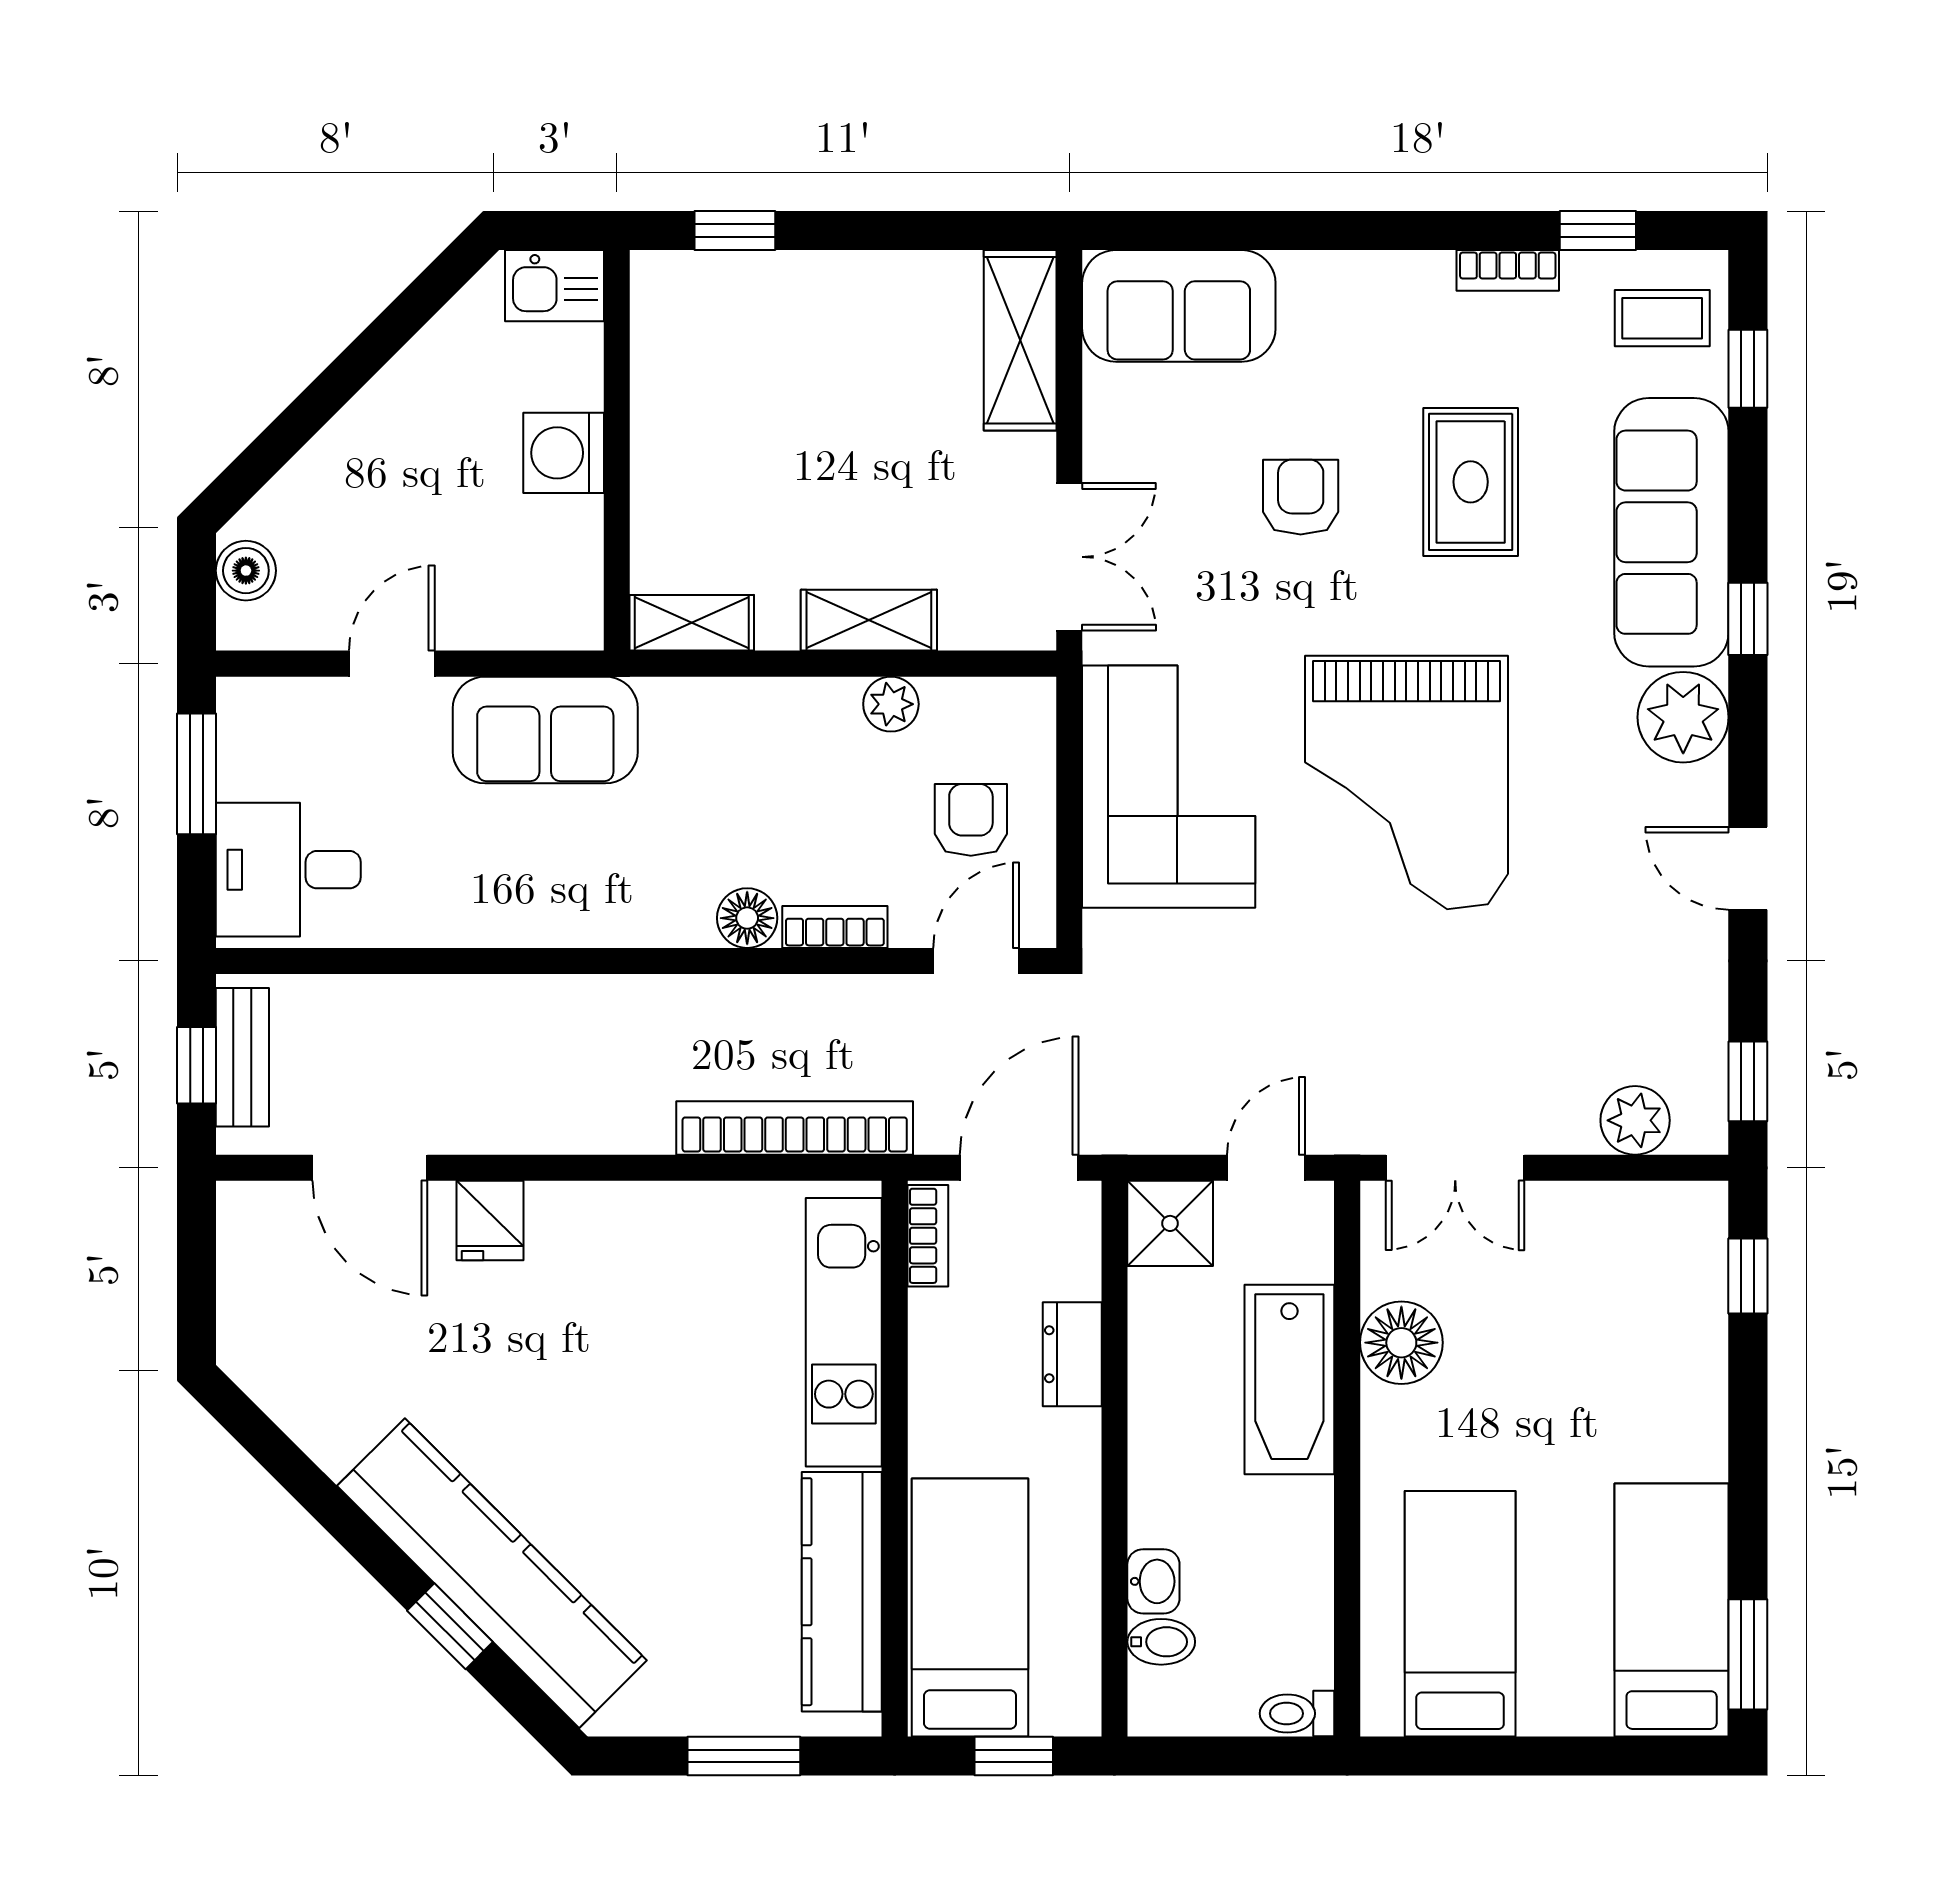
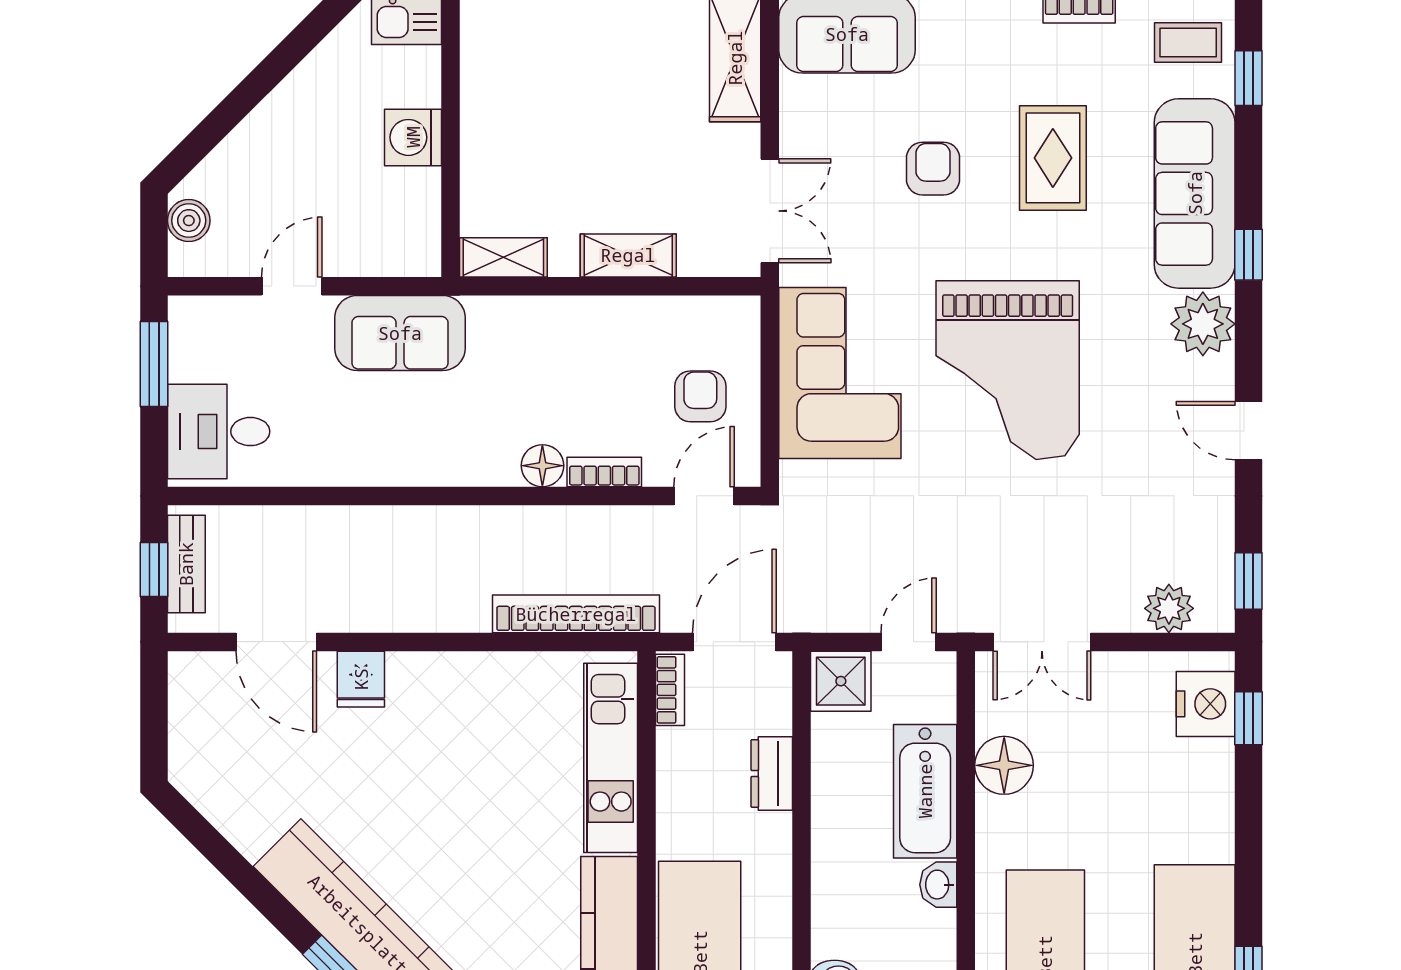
plant: (891, 704) -> (644, 315), removed
nightstand: (1687, 1256) -> (1206, 704), added
washbasin: (1153, 1581) -> (938, 885), moved, turned 180

